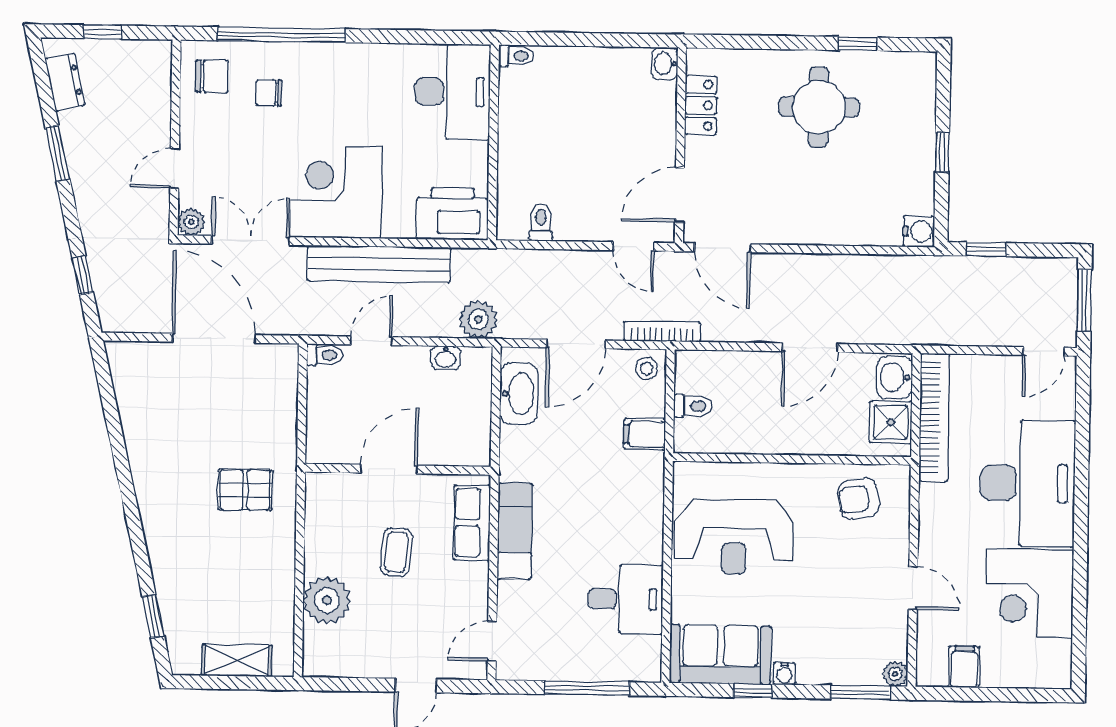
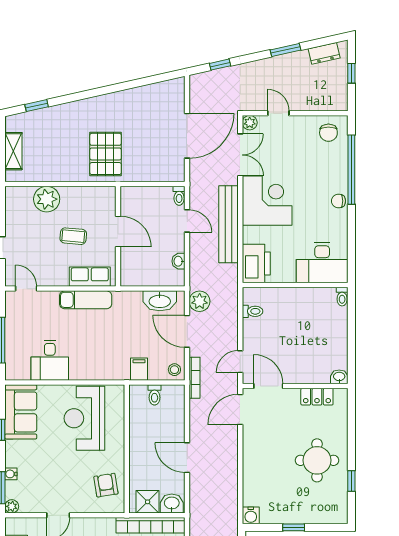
chair: (269, 93) -> (338, 201), moved, turned -90
plant: (478, 319) -> (200, 301), moved
pallet: (245, 490) -> (106, 154), width x1.50, depth x1.42
water cooler: (784, 674) -> (11, 474), moved

